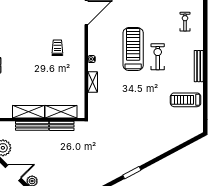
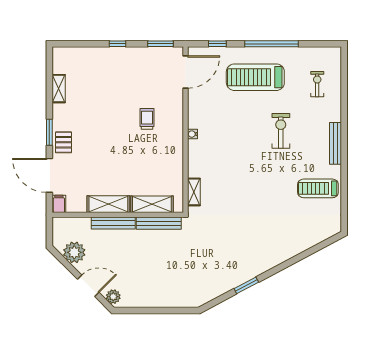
treadmill: (133, 49) -> (255, 77), moved, turned -90
shelving: (93, 82) -> (194, 192), moved
bench: (62, 126) -> (159, 223), width x1.36

